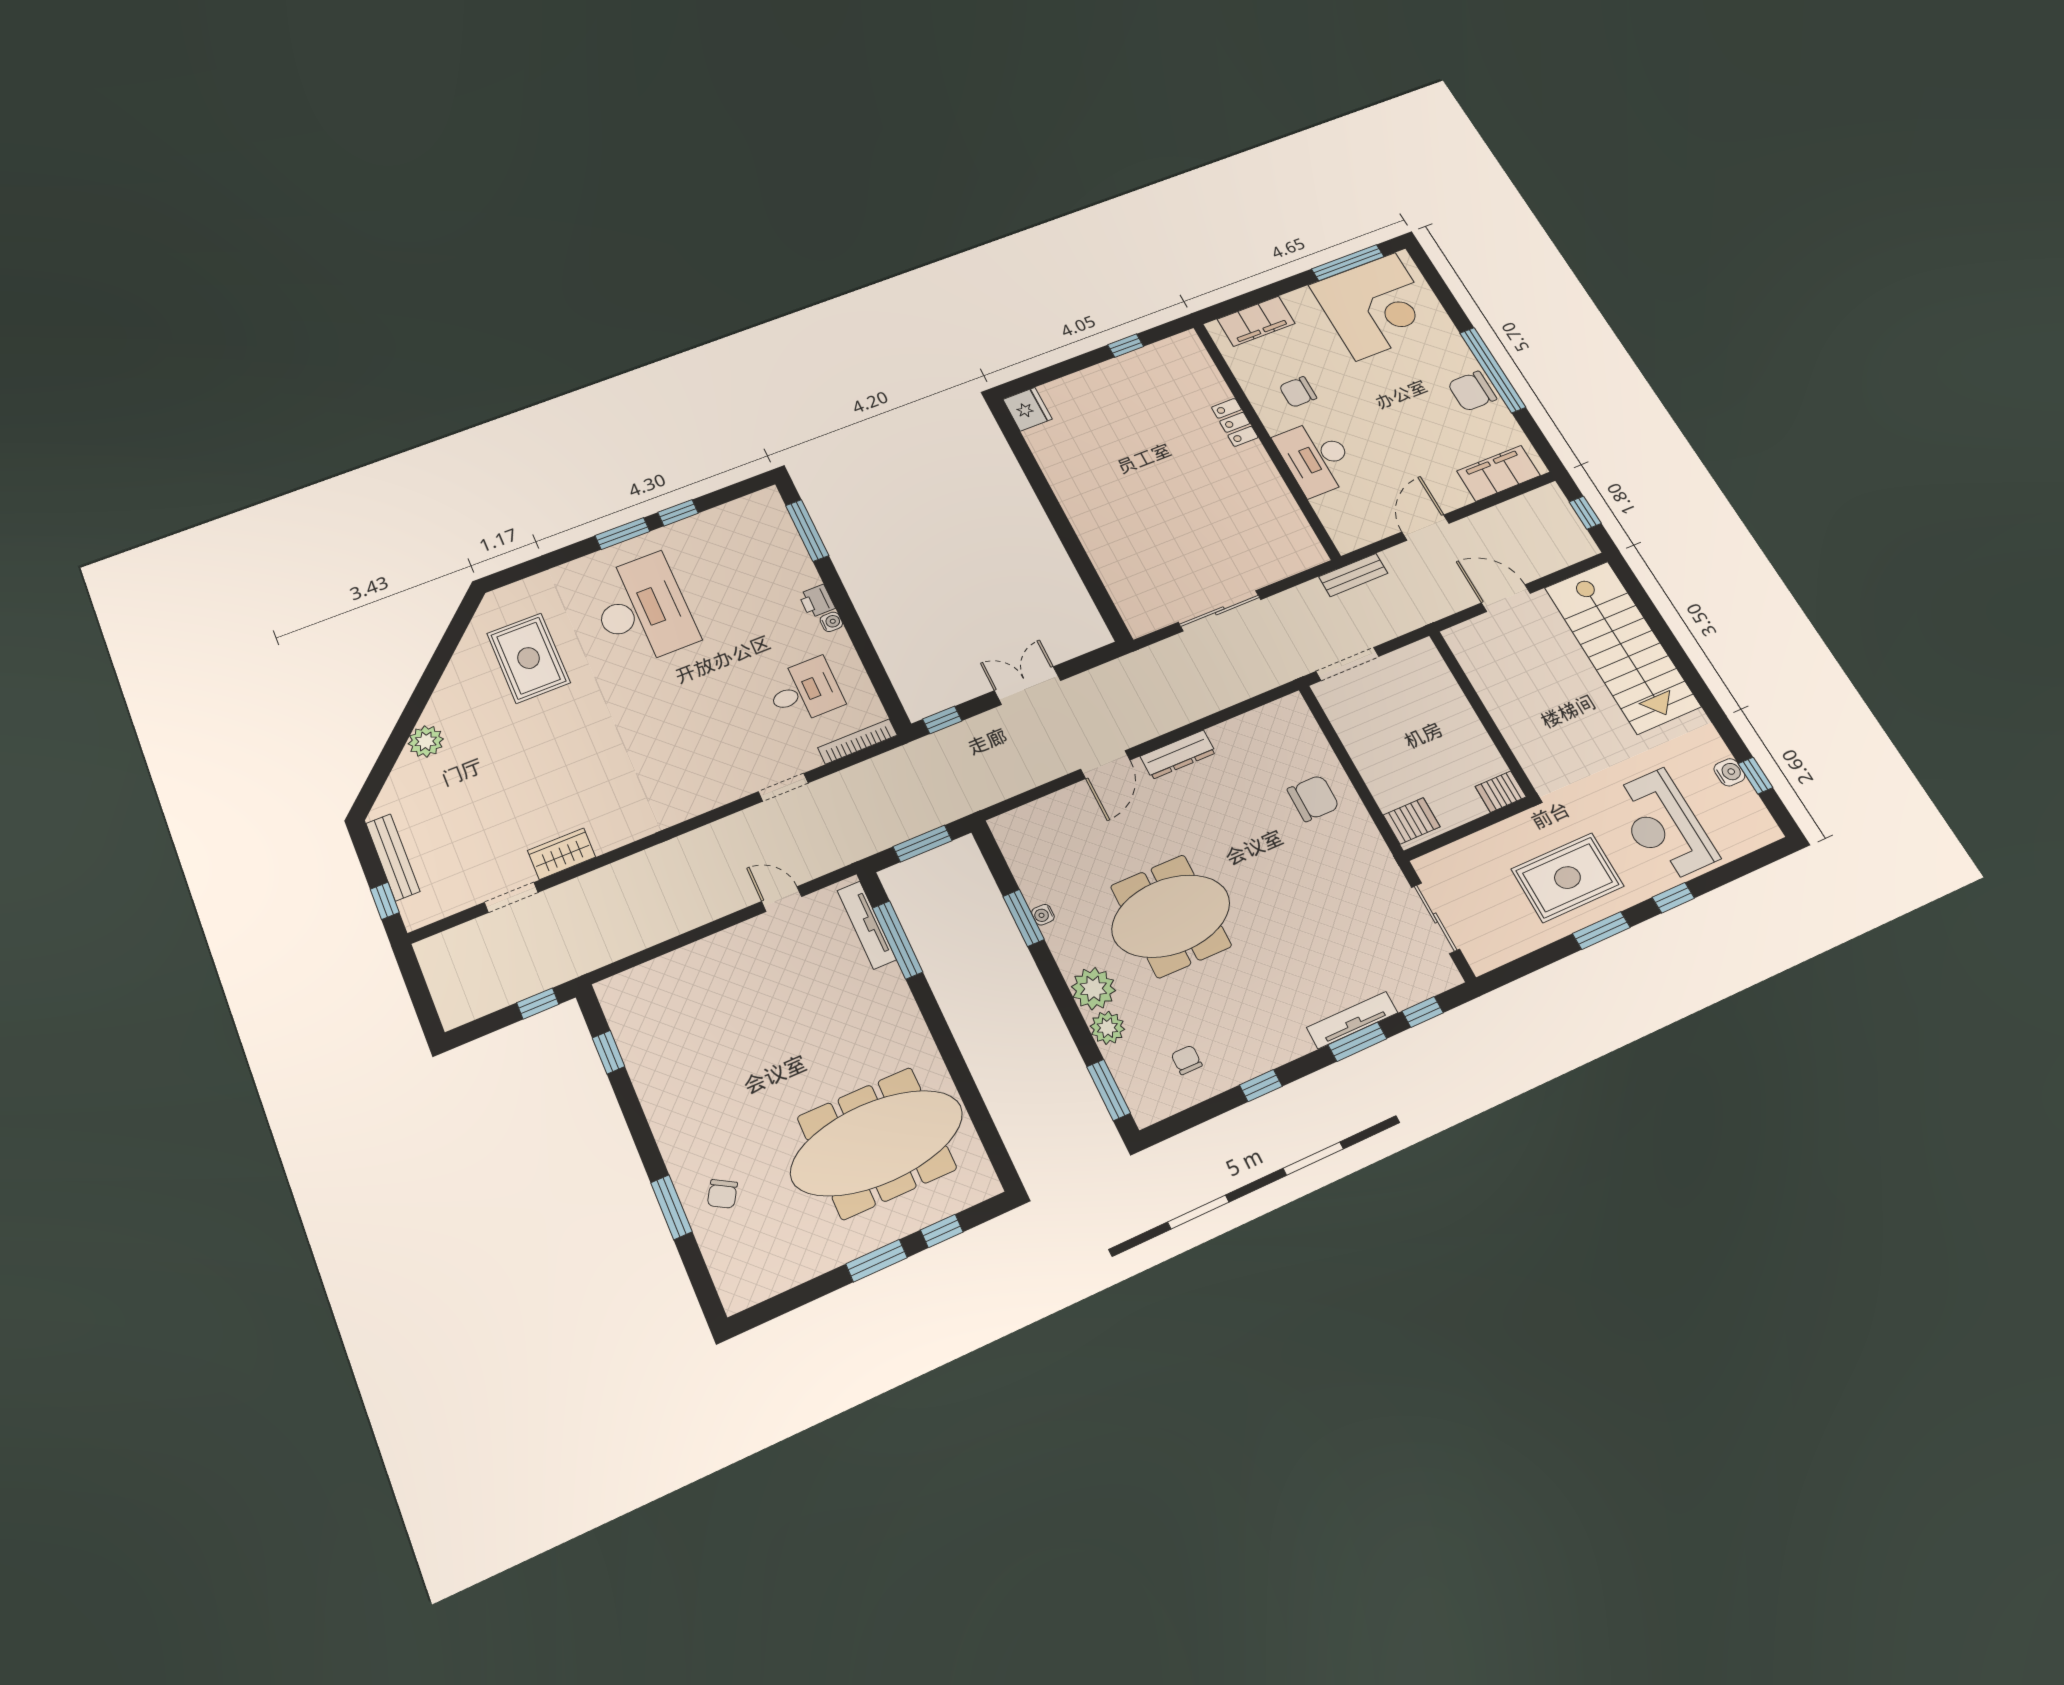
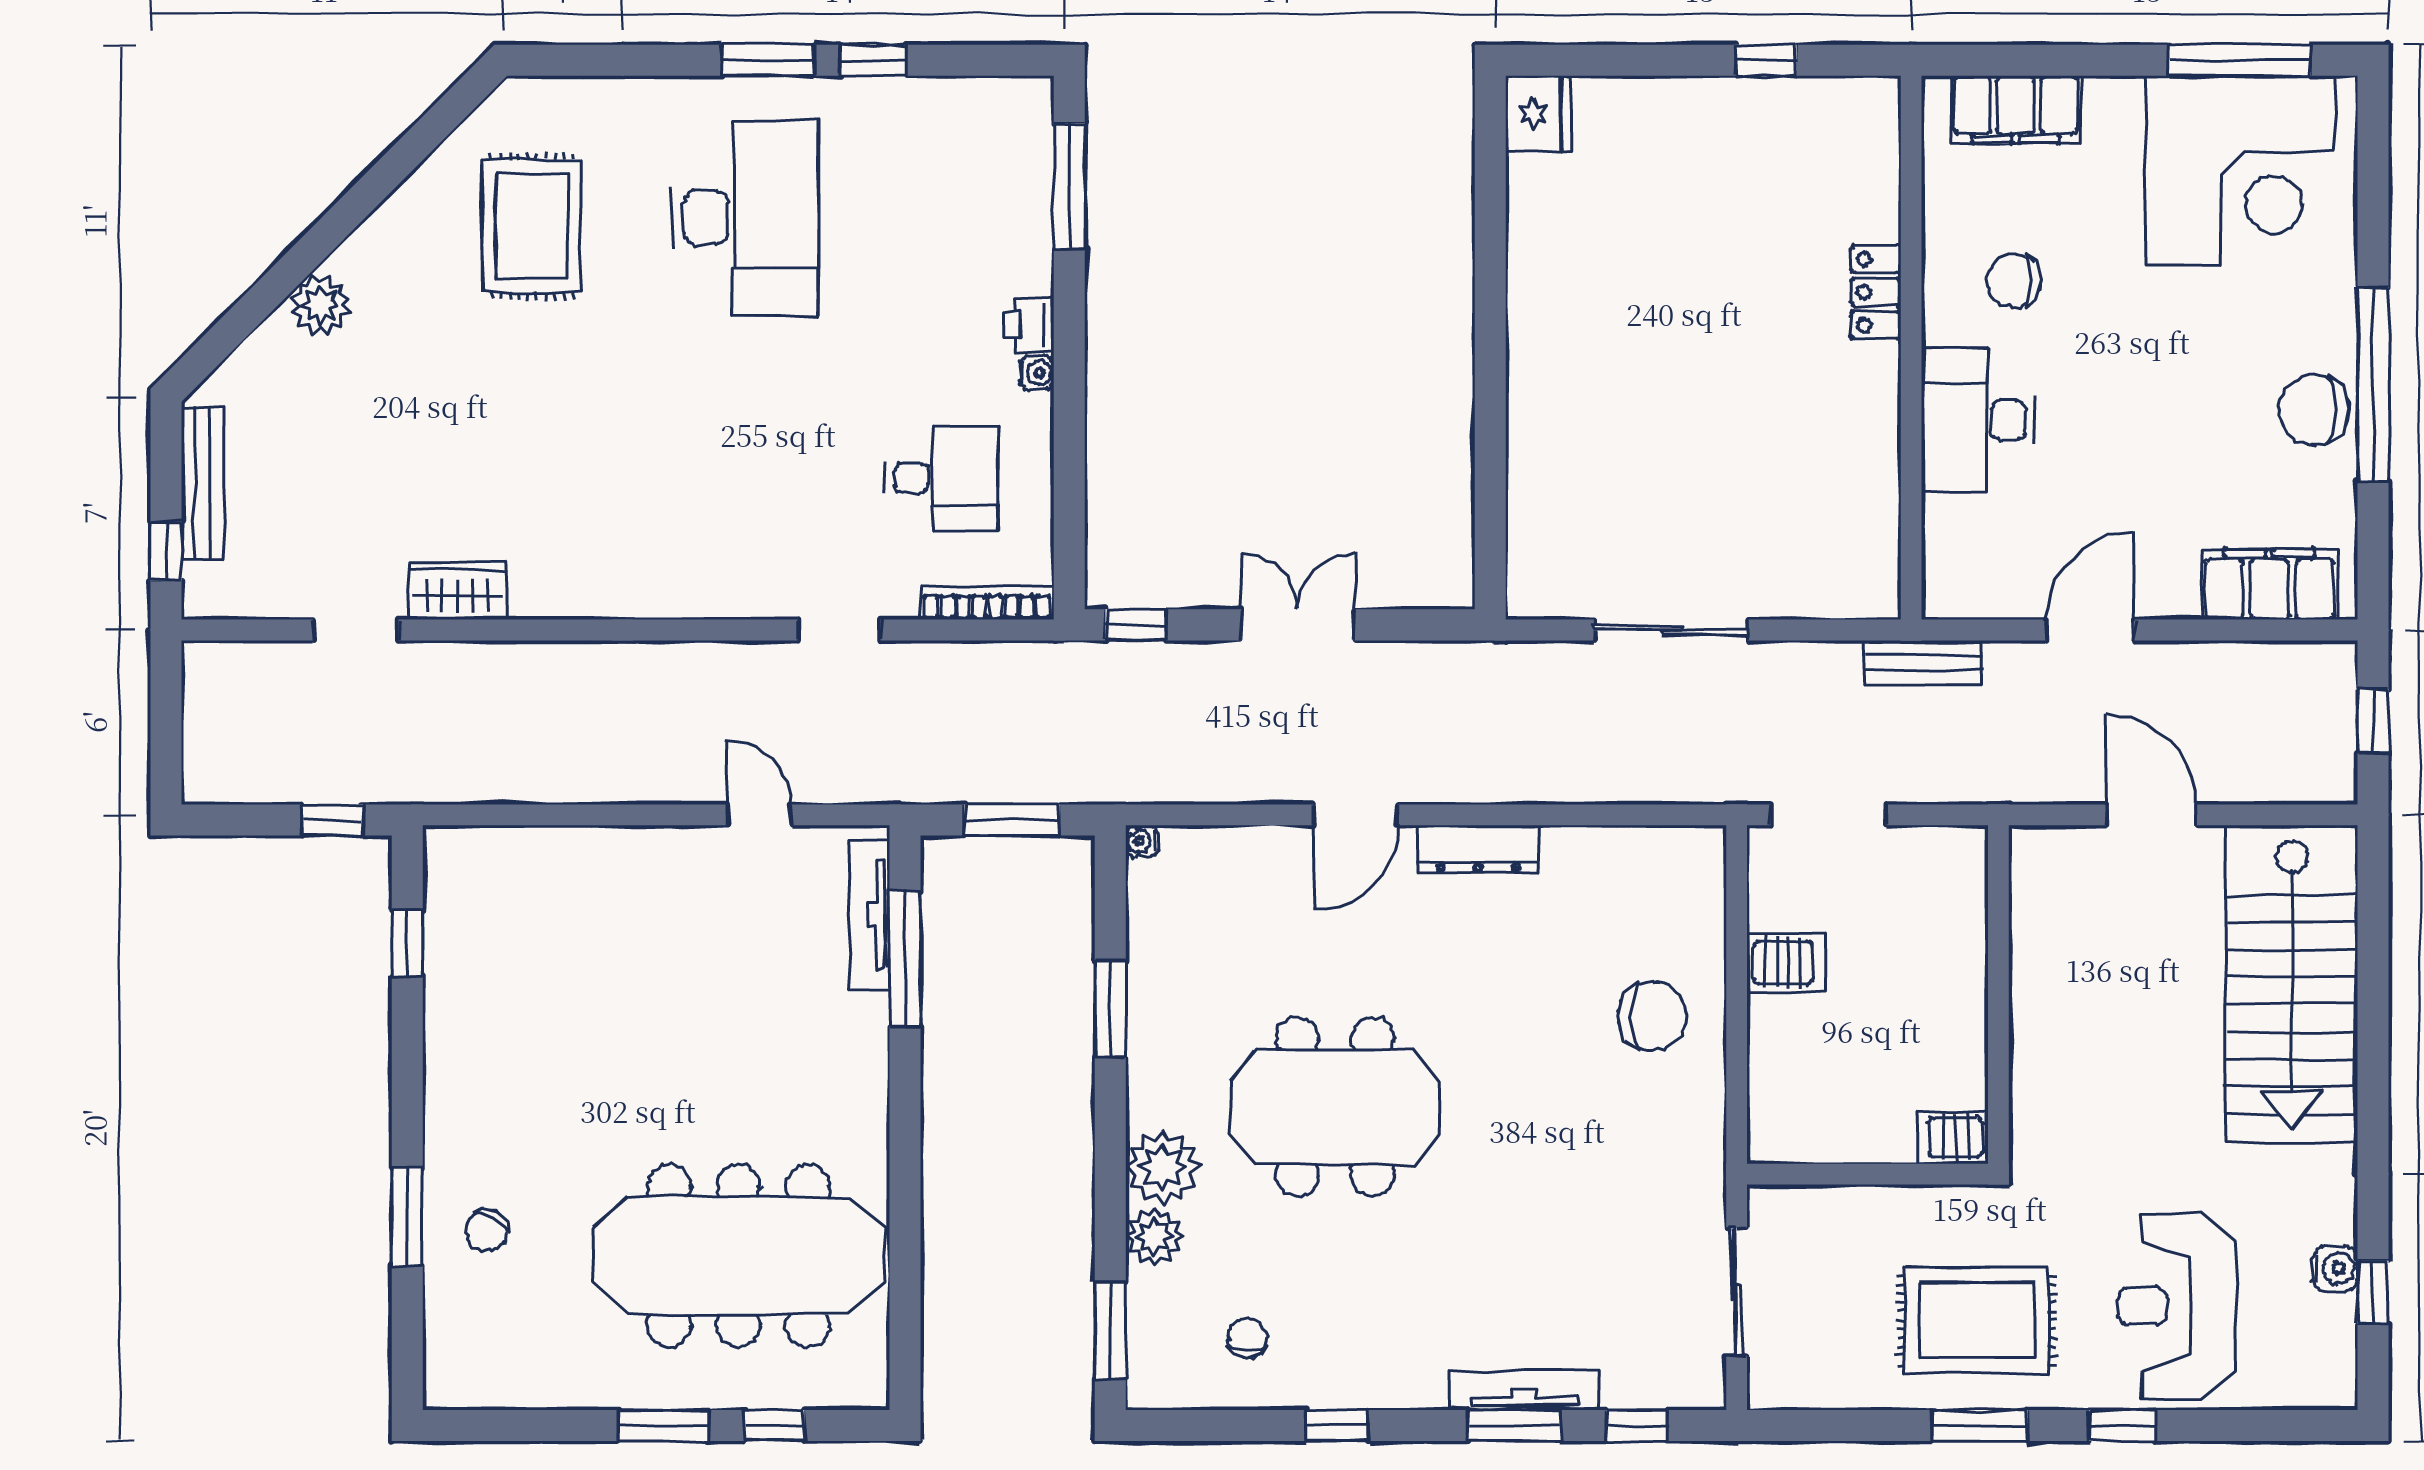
server rack: (1412, 821) -> (1786, 962), moved
water cooler: (1043, 915) -> (1142, 841), moved

